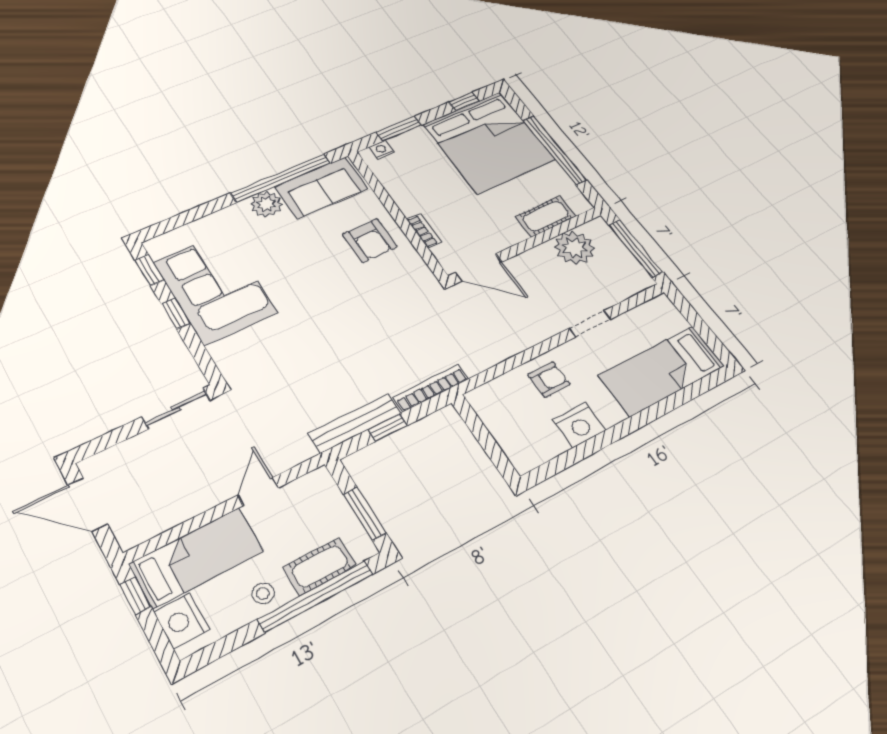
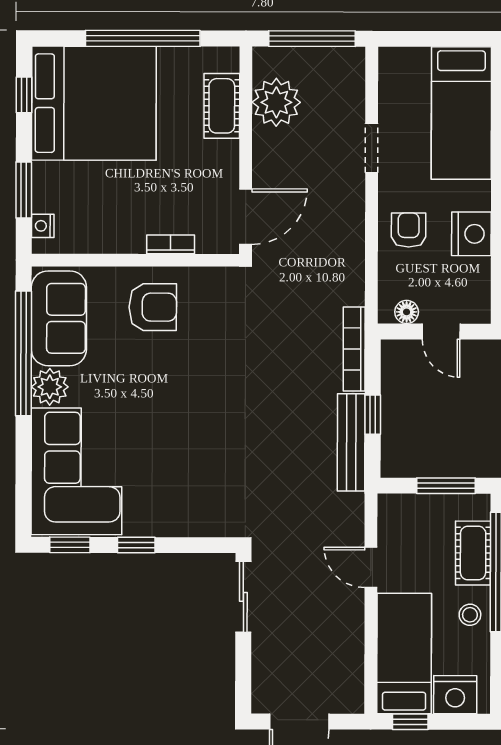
corner sofa: (215, 287) -> (76, 471), moved, turned 90
floor lamp: (486, 410) -> (407, 312), added
door: (488, 443) -> (441, 332), added

